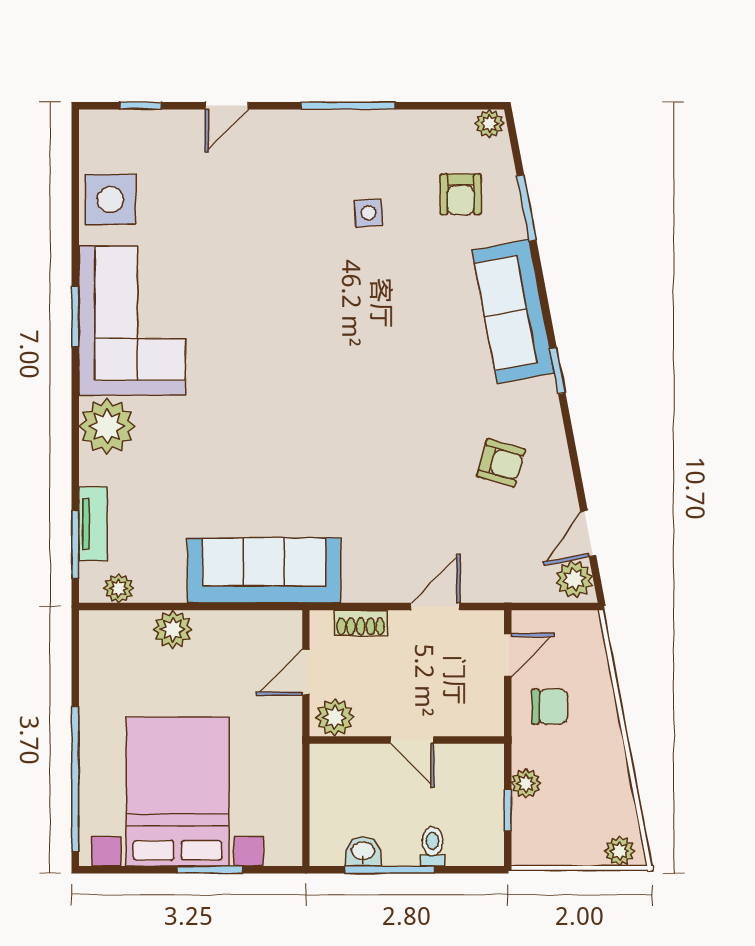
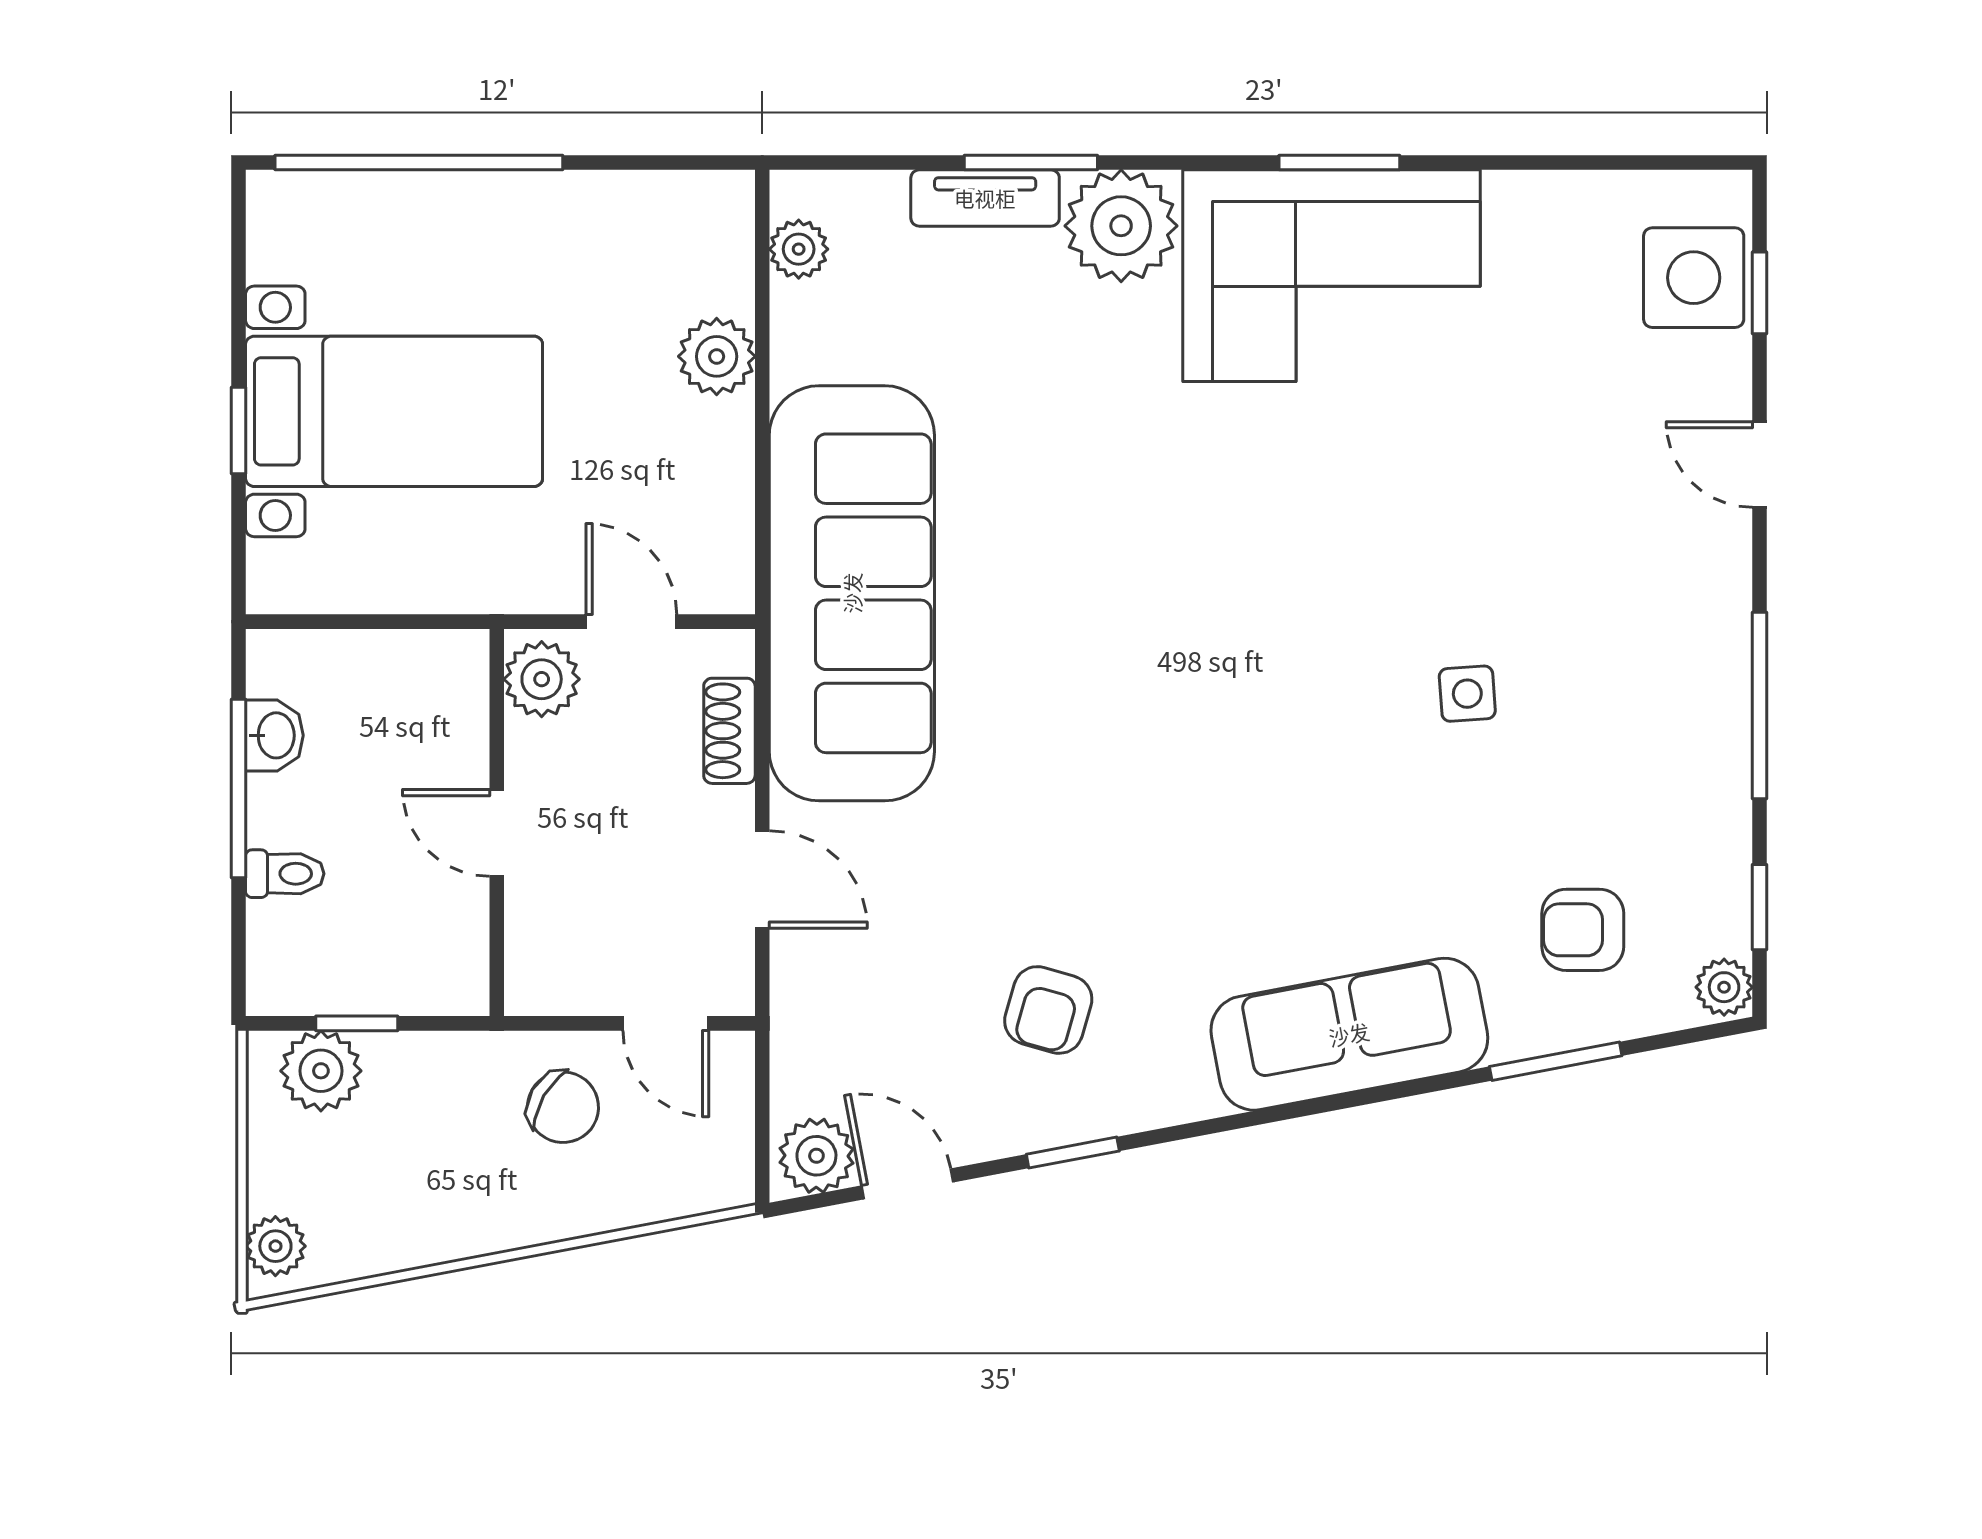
window: (449, 106) -> (1759, 907), added
side table: (110, 200) -> (1694, 278), moved
side table: (368, 213) -> (1467, 694), moved
window: (557, 371) -> (1073, 1153), moved
tv unit: (93, 524) -> (985, 198), moved
window: (75, 544) -> (1031, 162), moved
sofa: (264, 570) -> (852, 593), width x1.36, depth x1.27
chair: (550, 707) -> (563, 1107), turned -60
door: (412, 740) -> (497, 833), hinge flipped
plant: (526, 783) -> (321, 1071), moved, width x1.38, depth x1.38
bed with nightstands: (178, 792) -> (394, 411), width x0.73
window: (210, 870) -> (238, 430), width x0.67

